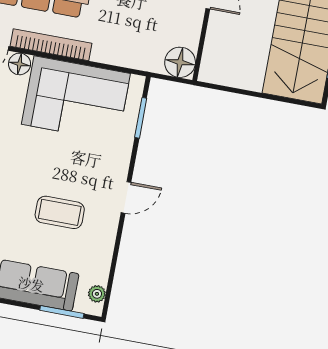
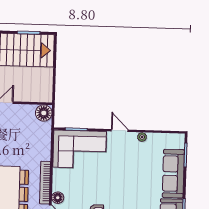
corner sofa: (76, 99) -> (80, 149), moved, turned 90
coffee table: (60, 212) -> (133, 164), removed
plant: (97, 294) -> (142, 137), moved

